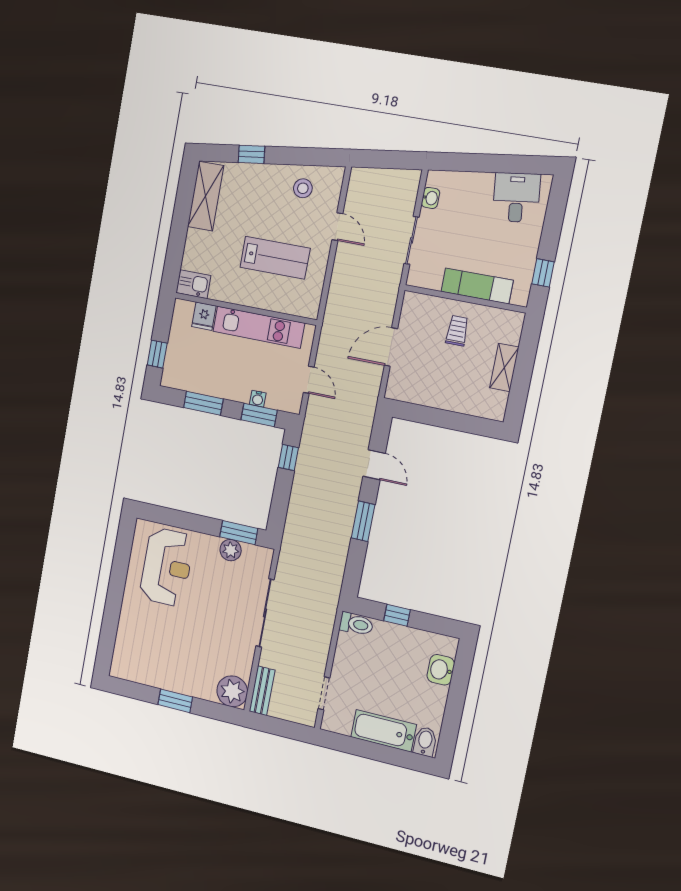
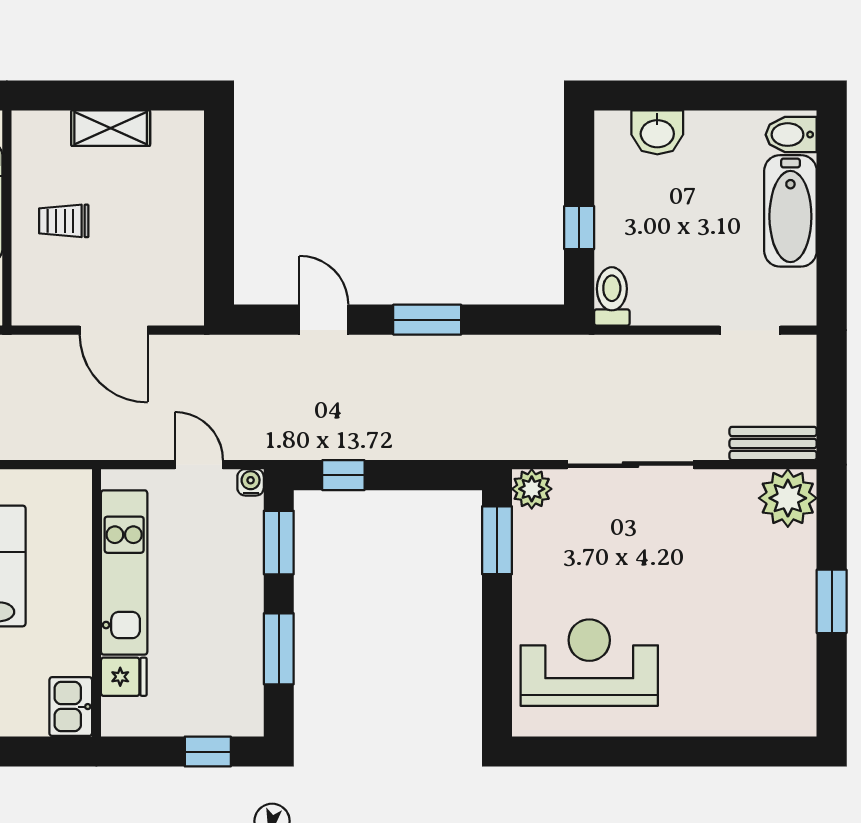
door: (309, 380) -> (199, 465), hinge flipped
water cooler: (258, 399) -> (251, 482), moved, turned -90
door: (374, 465) -> (324, 320), hinge flipped
plant: (231, 550) -> (532, 489), moved

